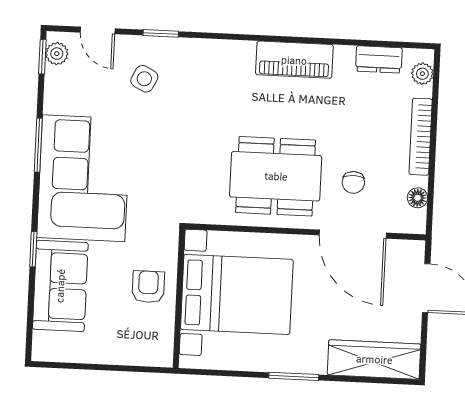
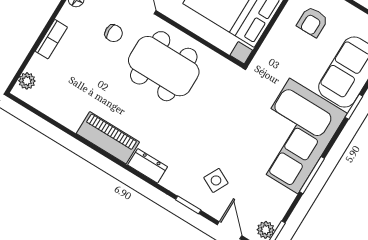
dresser: (379, 59) -> (148, 166), moved
bookcase: (421, 137) -> (51, 39), width x0.64
chair: (353, 182) -> (114, 33), turned 90
armchair: (148, 287) -> (312, 22), moved

